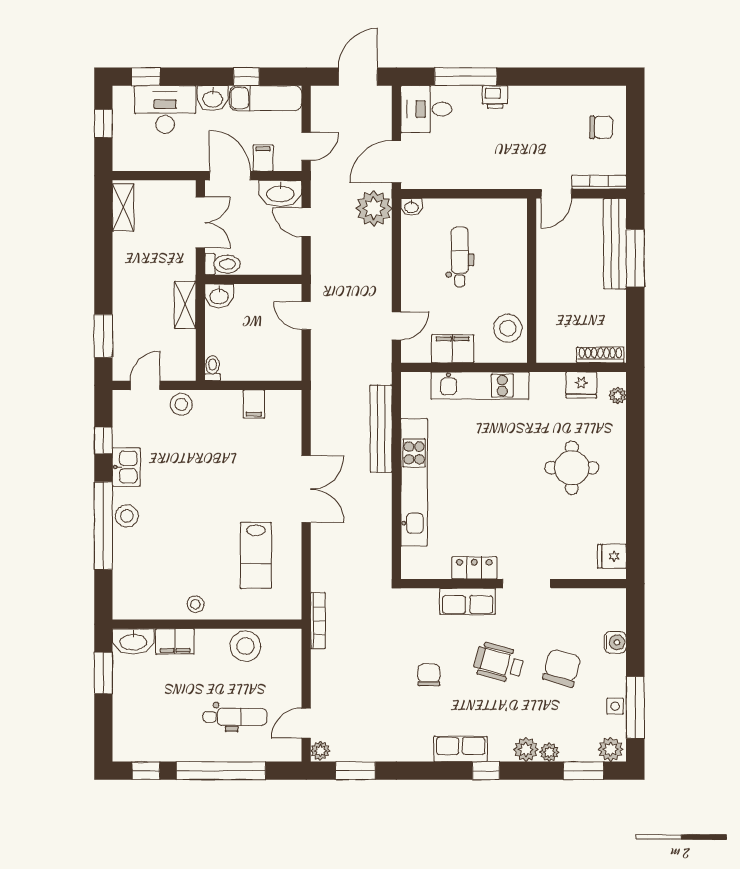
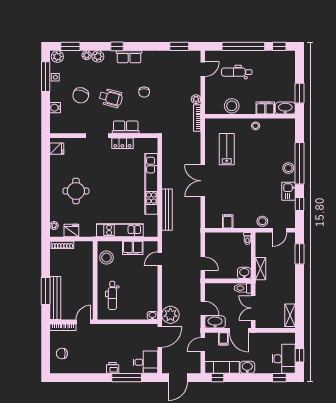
window: (246, 77) -> (218, 378), moved
desk: (165, 110) -> (284, 359), moved, turned -90
dental chair: (460, 257) -> (112, 295), moved
plant: (320, 751) -> (196, 99), moved

